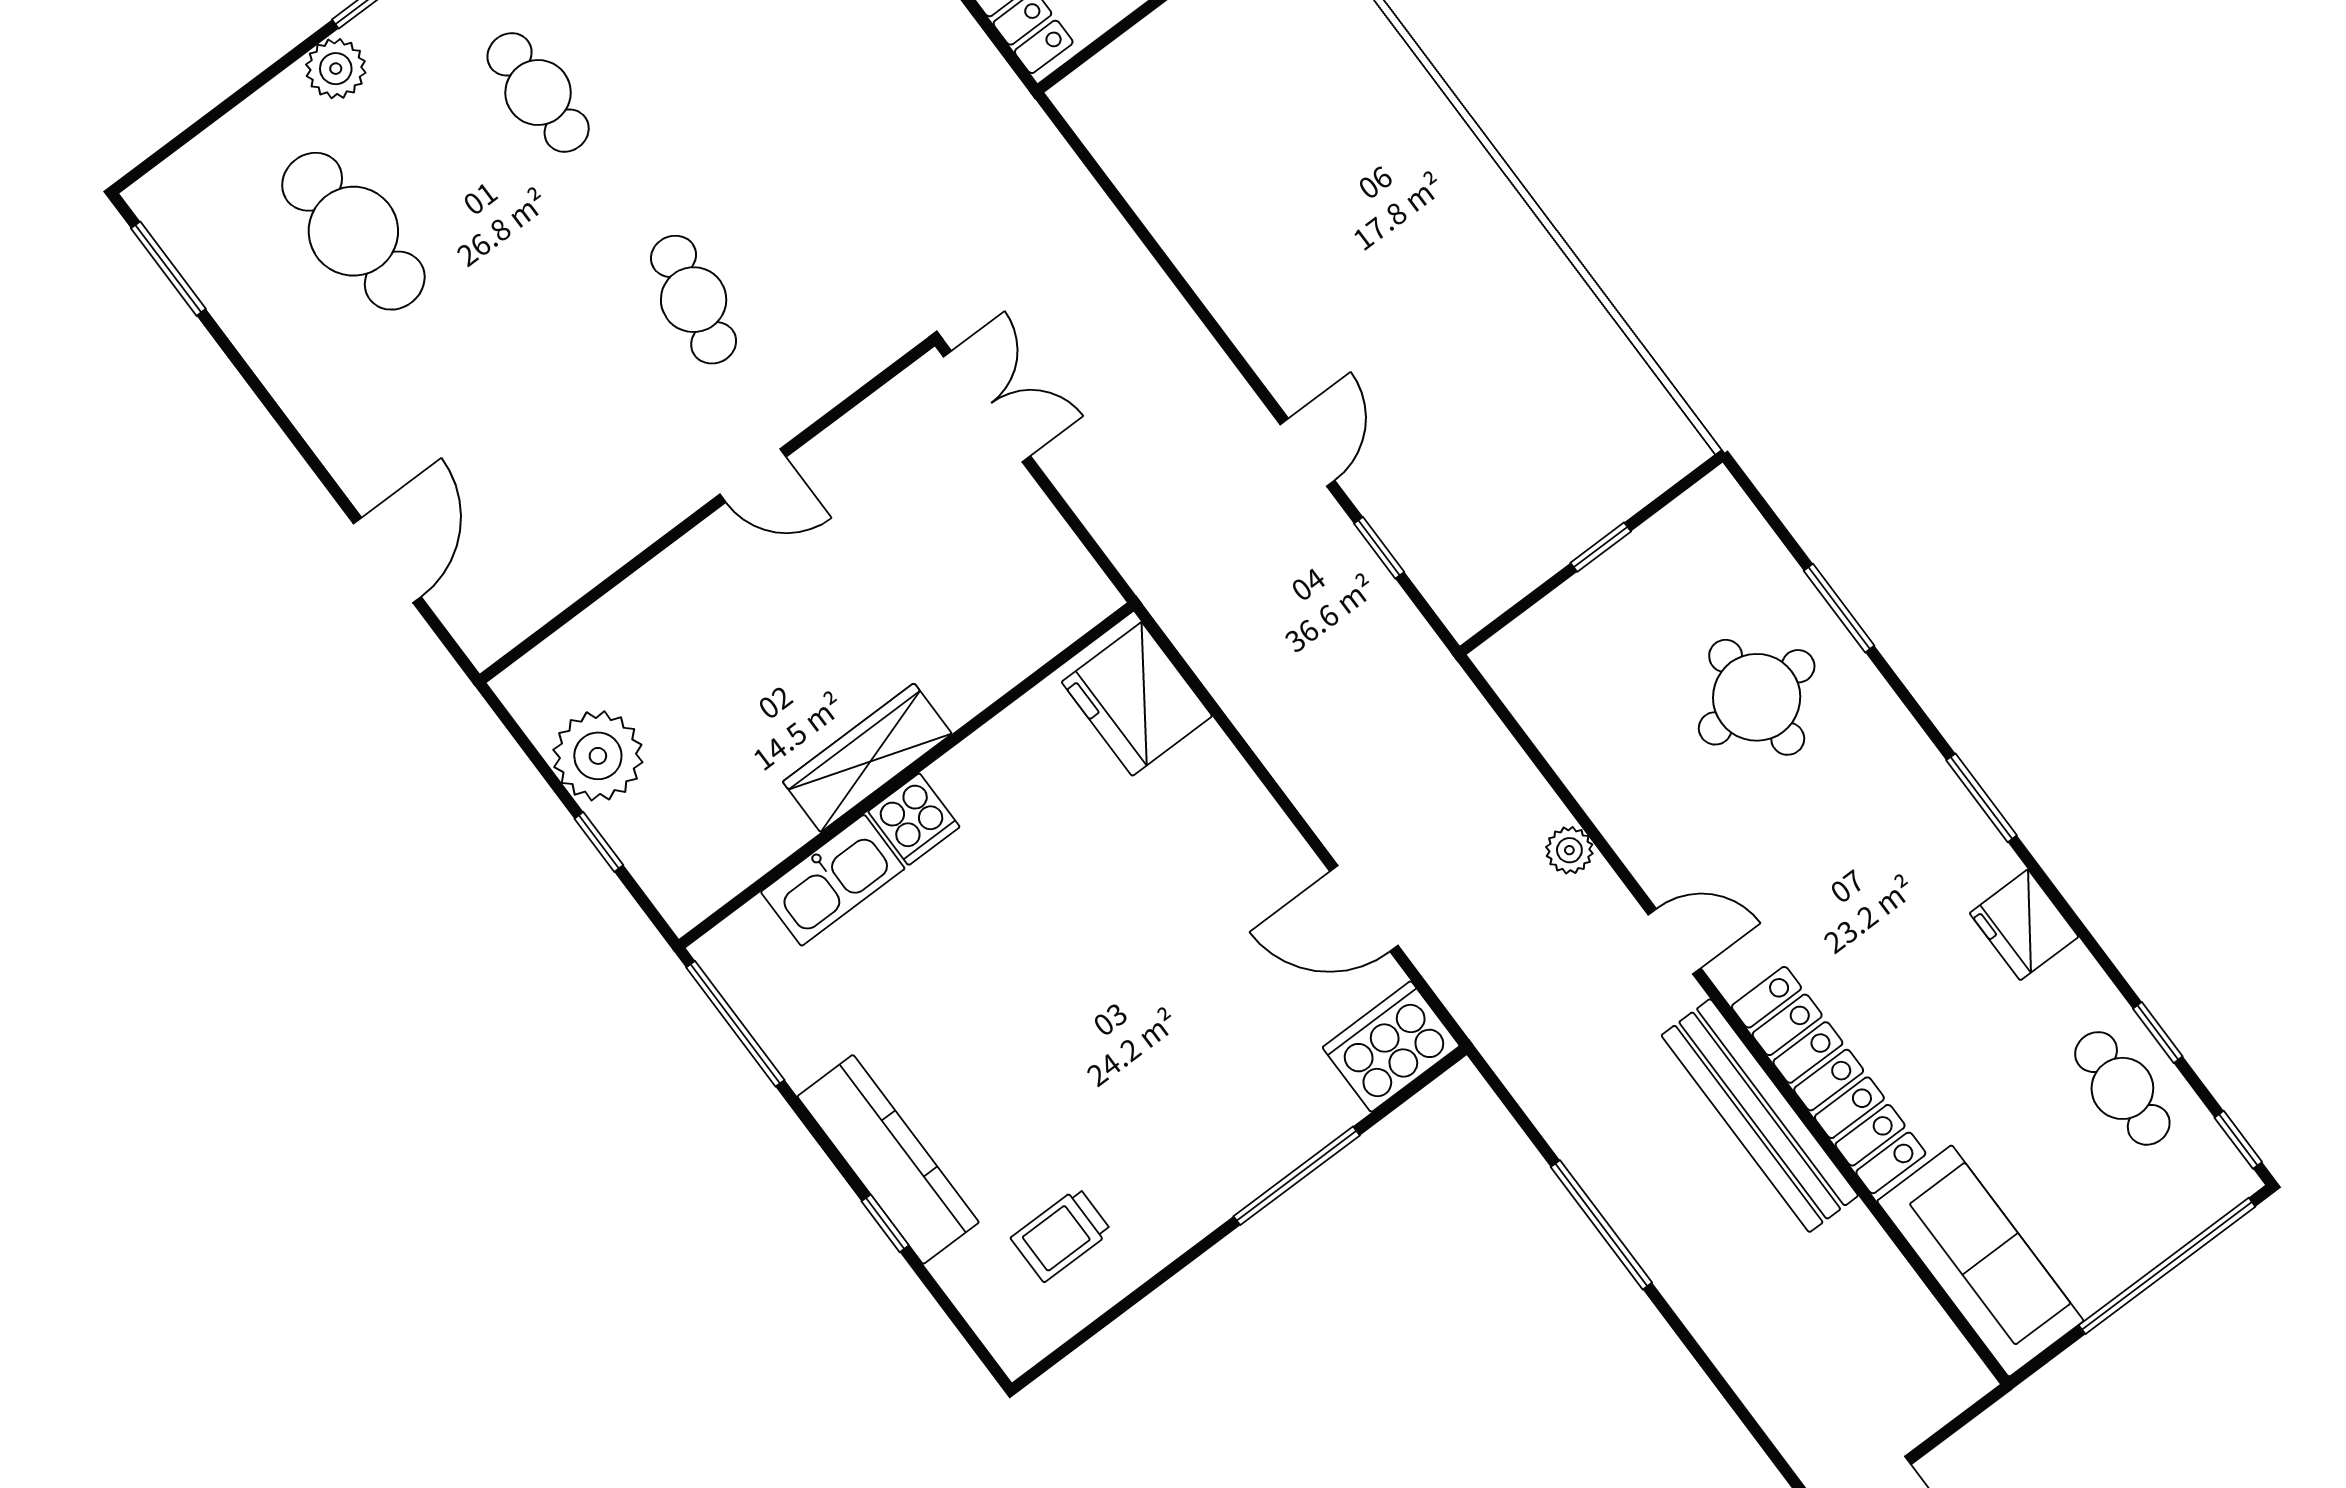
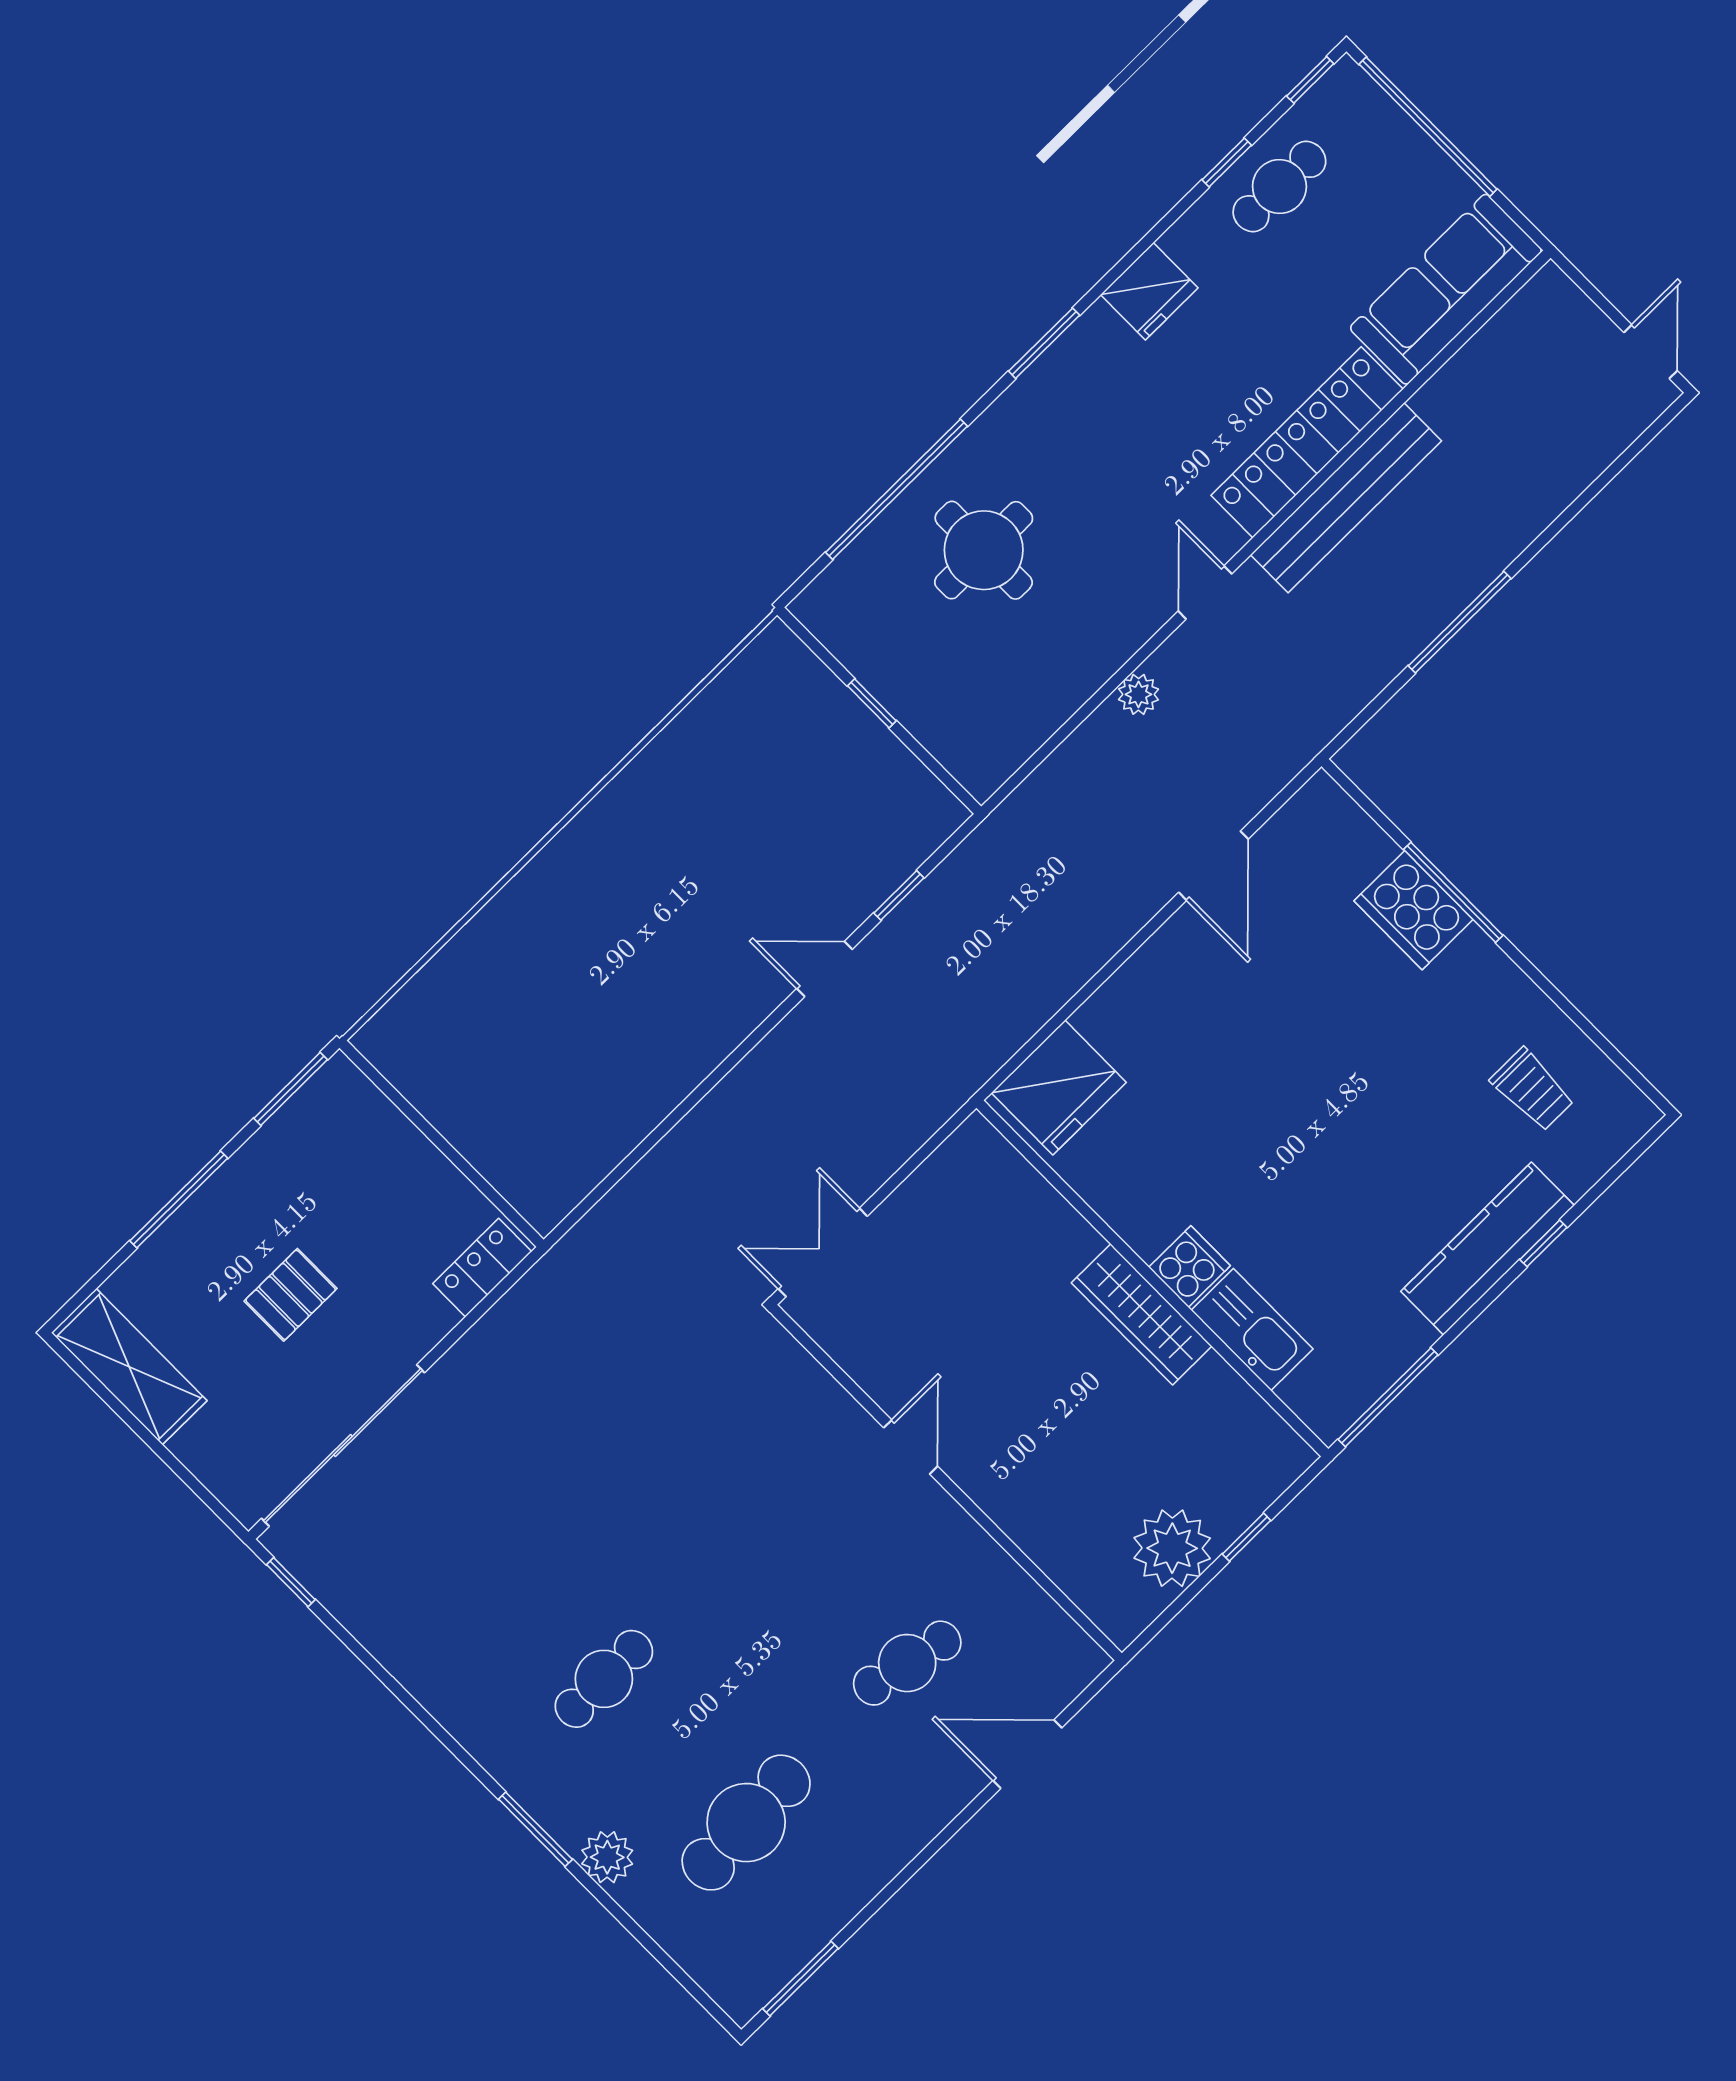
cafe table: (694, 300) -> (907, 1663), moved
window: (1839, 608) -> (896, 489), width x2.11
cooker: (1391, 1047) -> (1413, 910), moved

